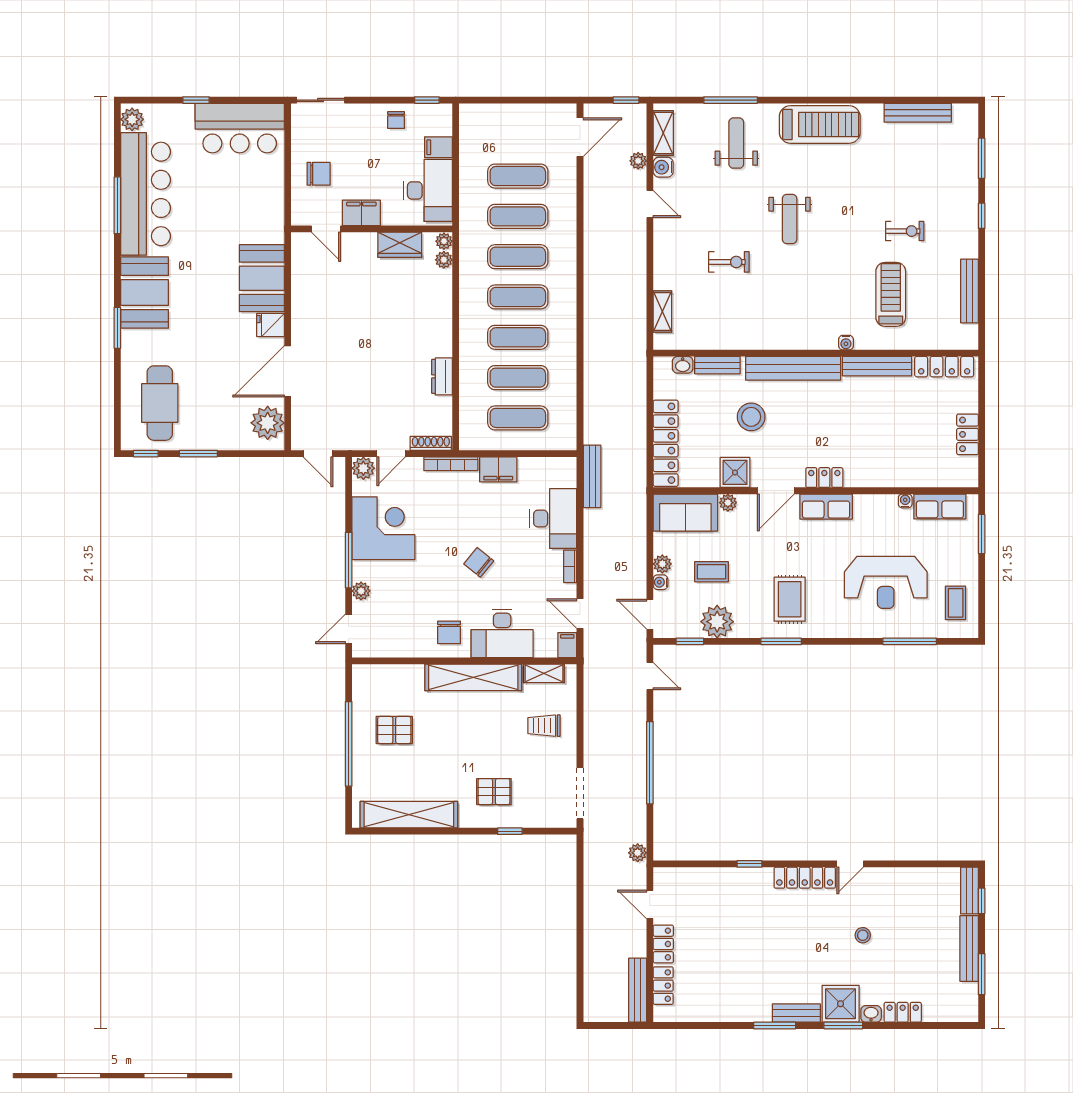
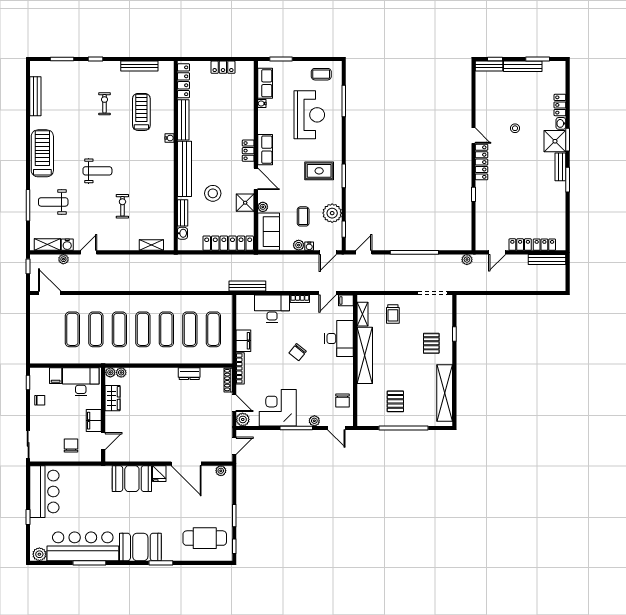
treadmill: (891, 294) -> (141, 112), turned 90
plant: (268, 423) -> (221, 471), width x0.53, depth x0.53
chair: (449, 632) -> (342, 401), moved, turned 90

